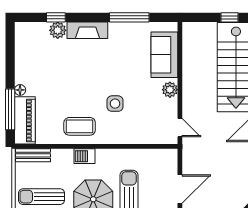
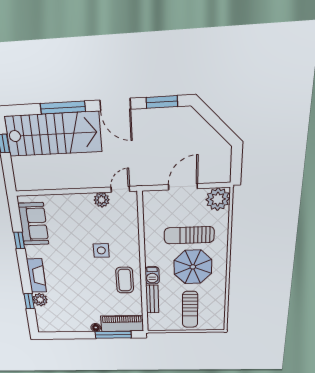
window: (129, 17) -> (19, 240), width x0.46
sofa: (164, 55) -> (33, 224), moved, turned -90
plant: (170, 90) -> (102, 200), moved
bench: (33, 155) -> (152, 299), moved
door: (180, 189) -> (183, 187), hinge flipped

